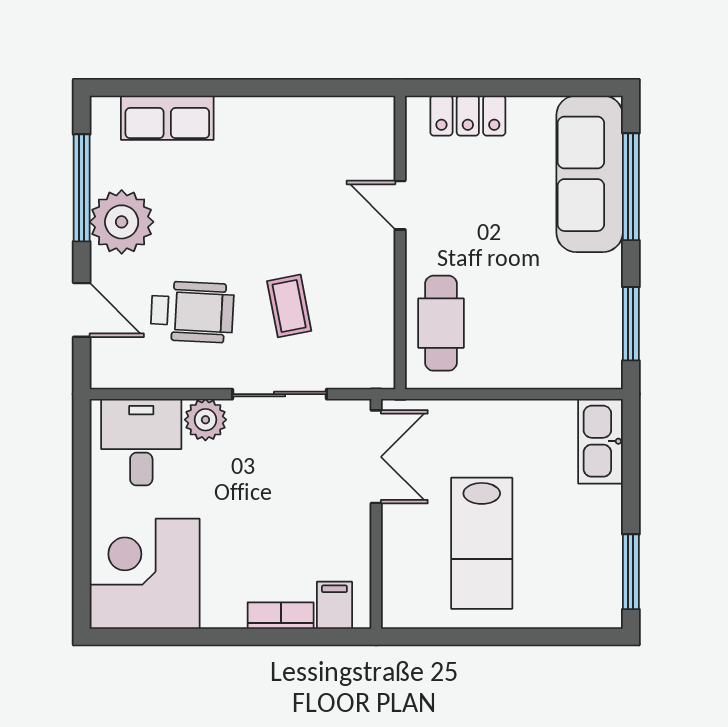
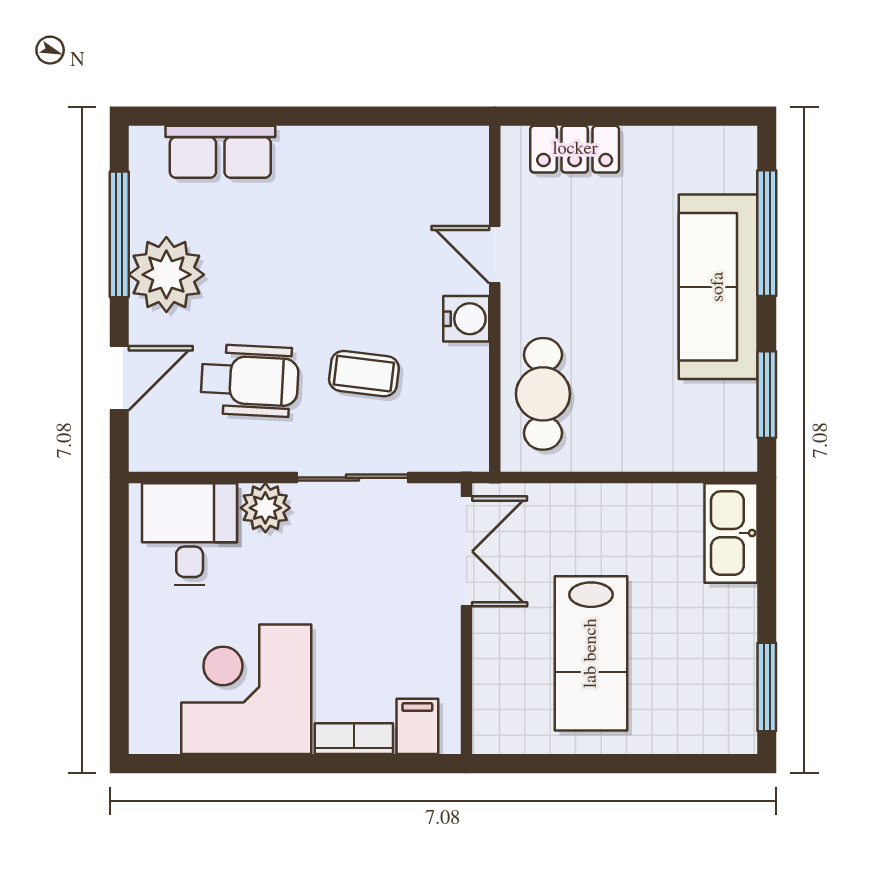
sofa: (590, 174) -> (718, 287), moved
water cooler: (376, 259) -> (466, 319), added
coffee table: (289, 306) -> (364, 374), turned -72
door: (82, 310) -> (119, 378), hinge flipped
corner desk: (145, 574) -> (246, 689), moved

